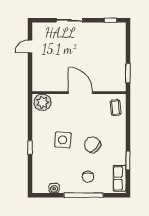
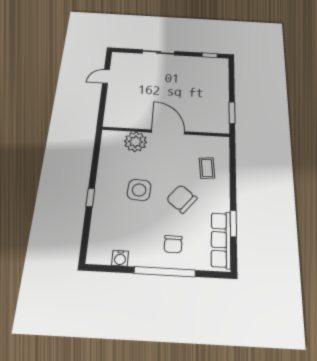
plant: (42, 102) -> (136, 142), moved
coffee table: (116, 108) -> (207, 168), moved
row of seats: (120, 178) -> (221, 240), width x1.48

